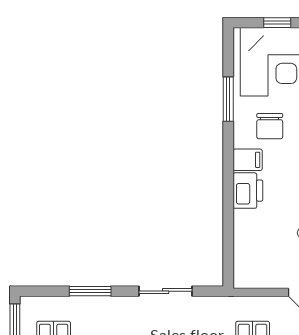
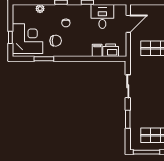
filing cabinet: (248, 160) -> (97, 50), moved
printer: (248, 191) -> (111, 50), moved

